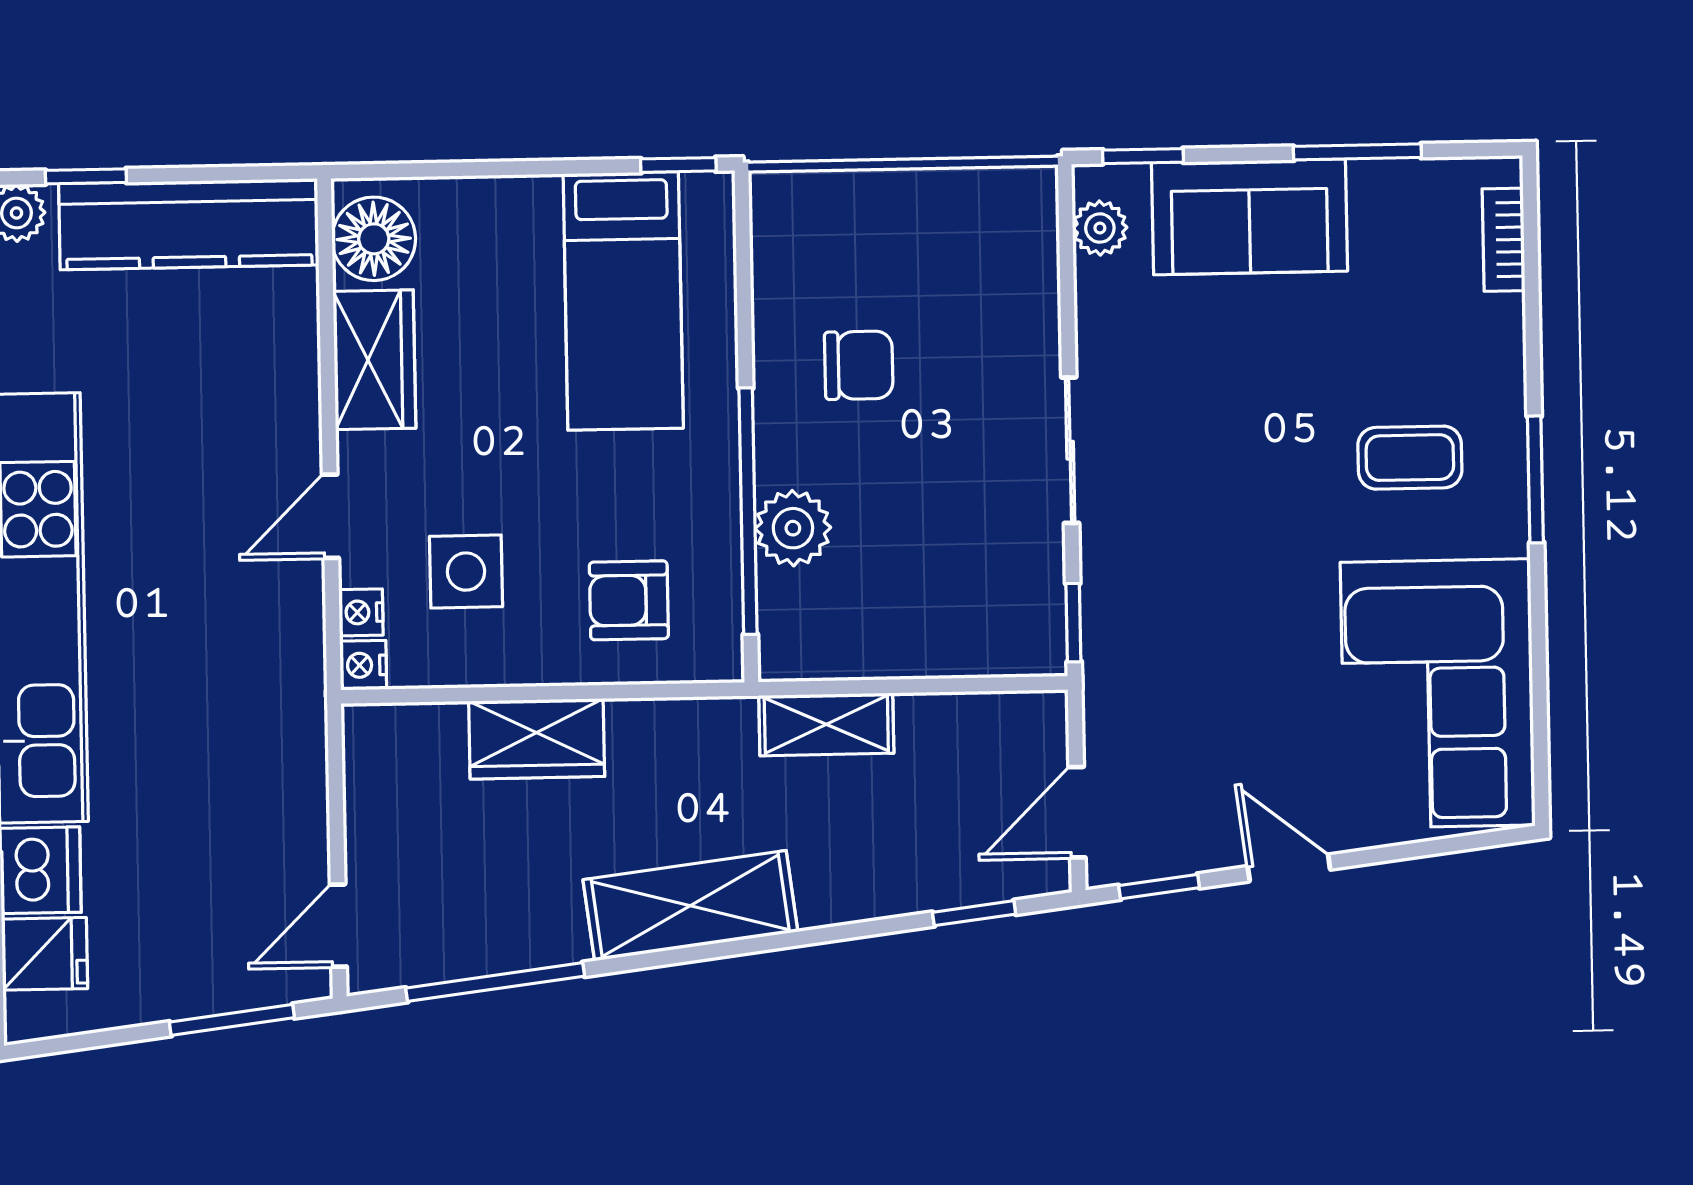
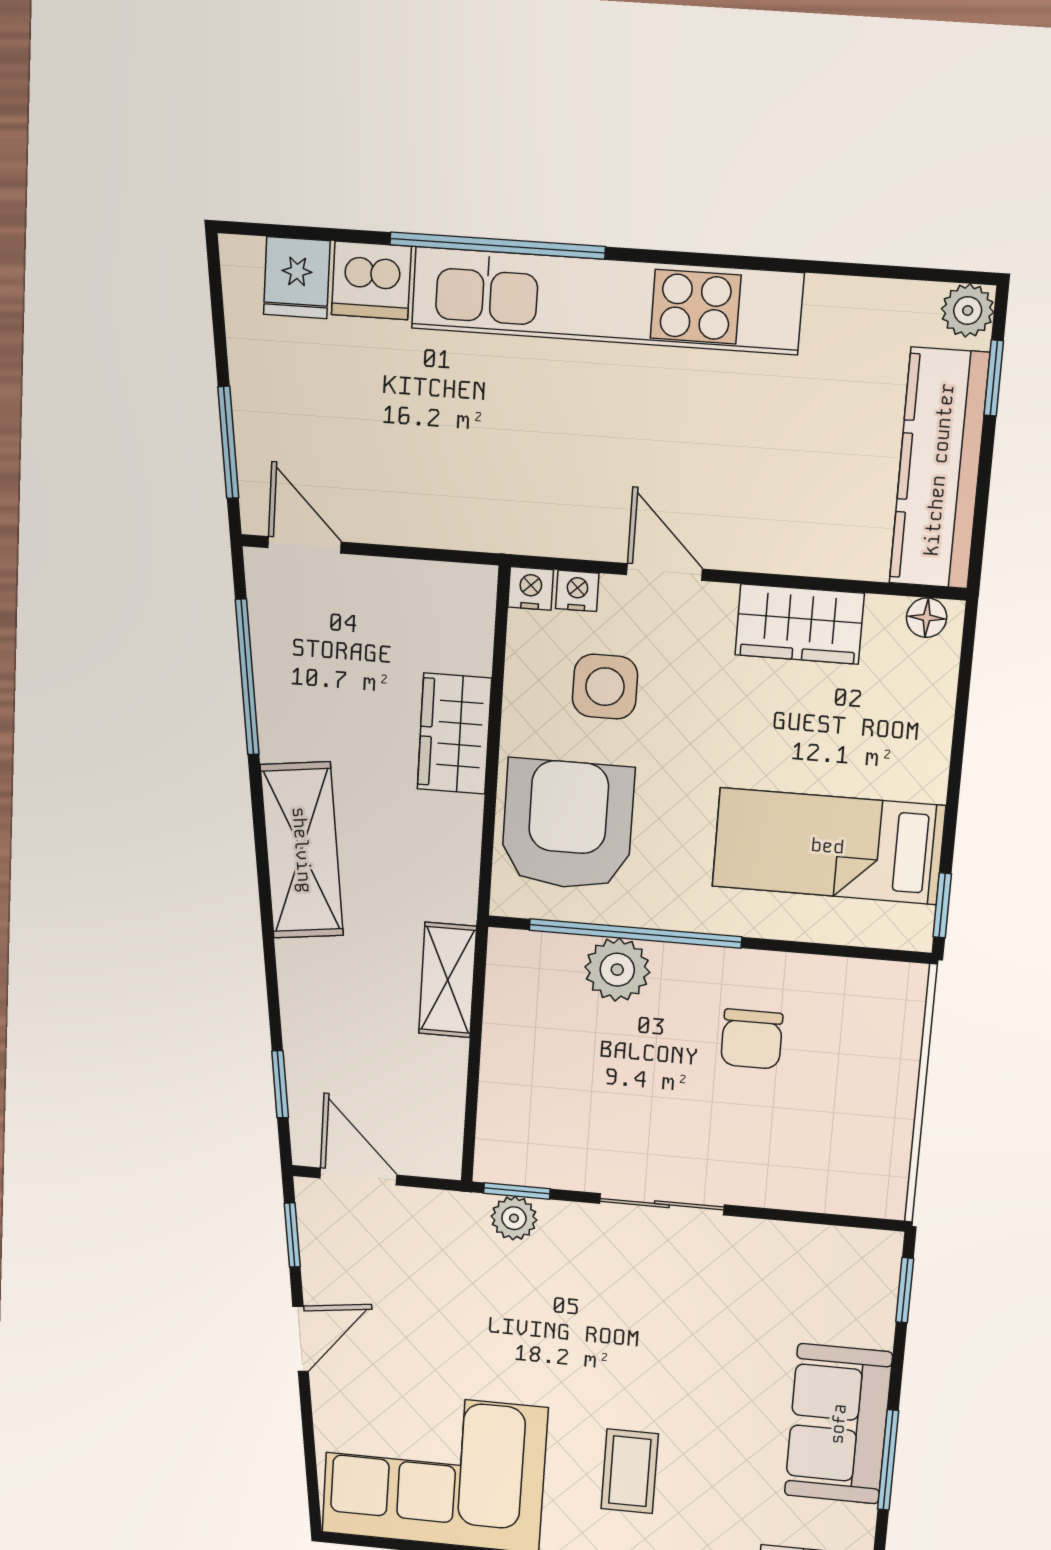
sofa: (1249, 217) -> (838, 1424), moved
plant: (1100, 228) -> (514, 1218), moved
floor lamp: (374, 239) -> (927, 618), width x0.53, depth x0.53
armchair: (629, 600) -> (568, 825), width x1.88, depth x1.88

